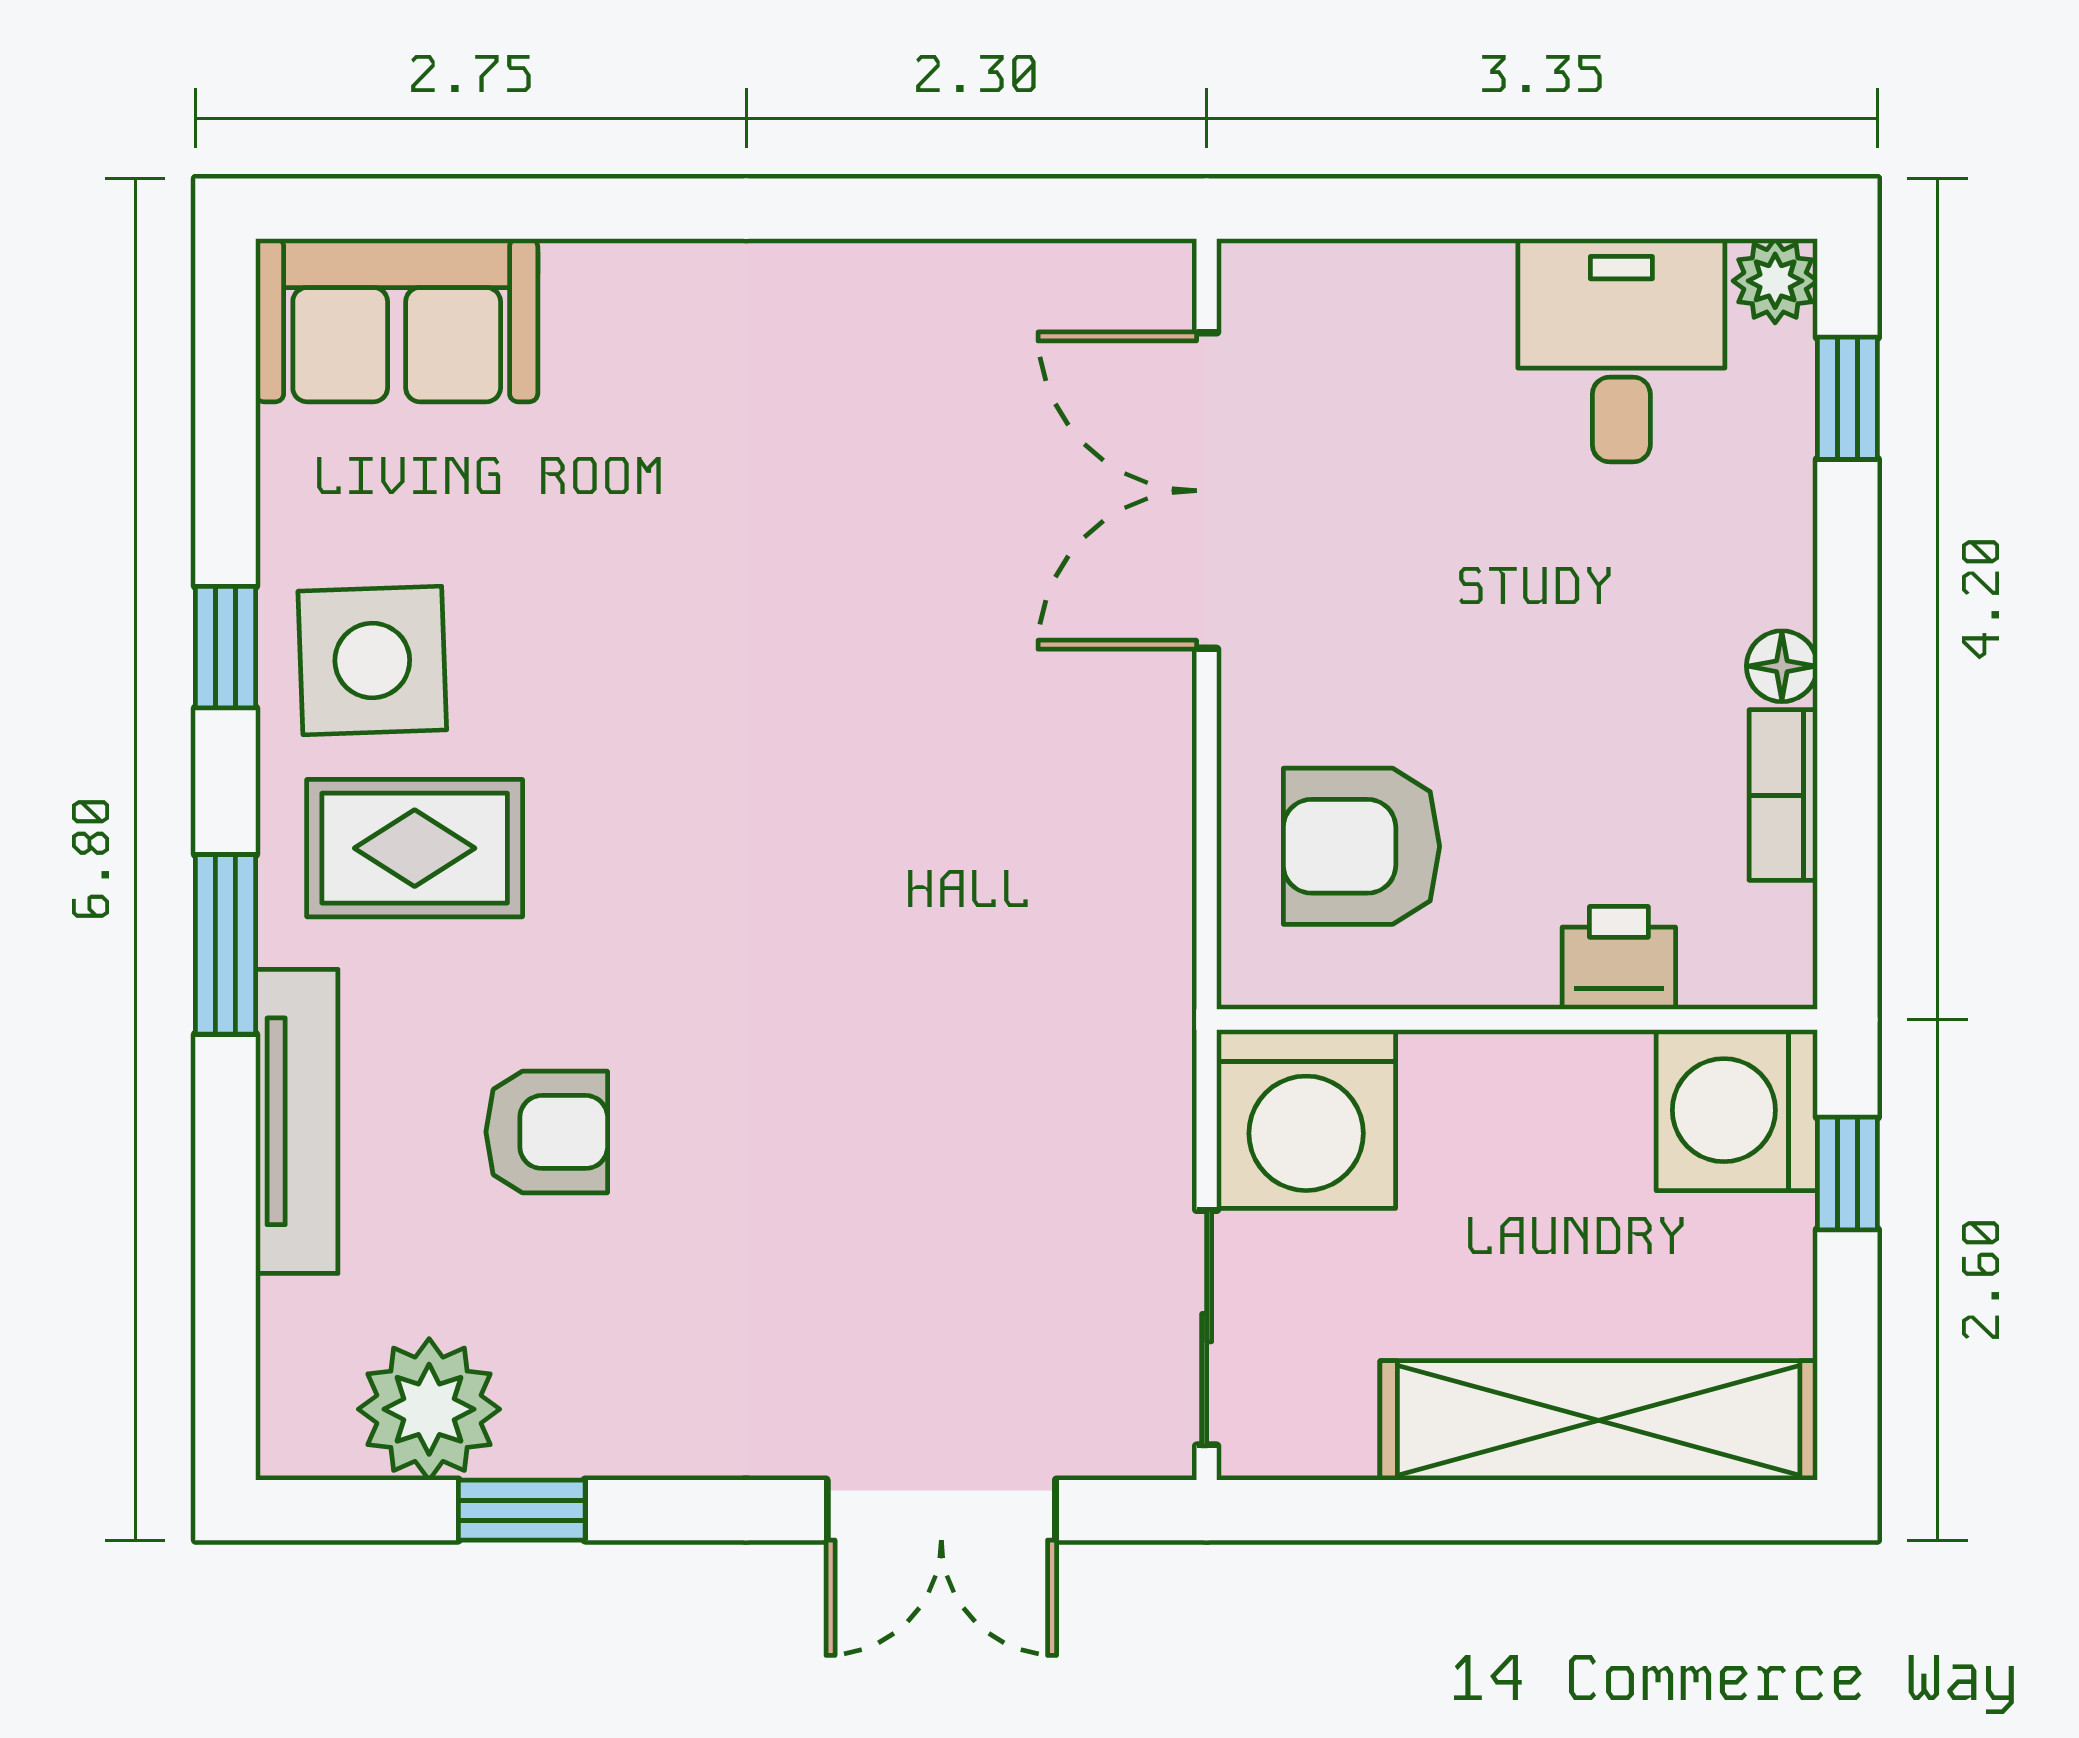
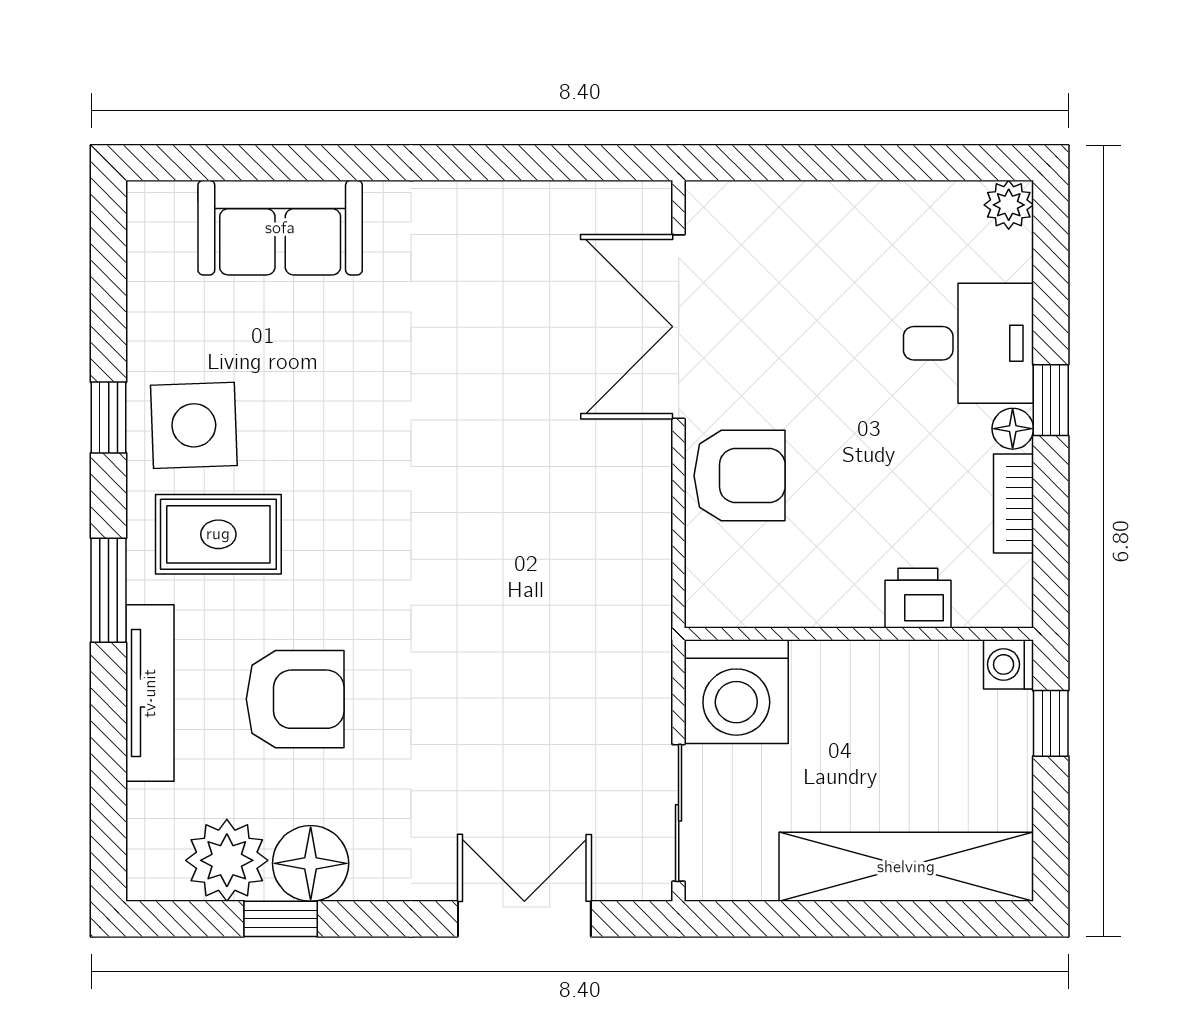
sofa: (397, 320) -> (280, 228), moved
desk: (1621, 350) -> (968, 343), moved, turned 90
window: (1847, 398) -> (1051, 400), moved
armchair: (1361, 846) -> (740, 476), moved, turned 180
washing machine: (1737, 1110) -> (1008, 664), width x0.53, depth x0.53
armchair: (547, 1132) -> (295, 699), width x1.38, depth x1.38
floor lamp: (573, 1415) -> (311, 863), added
double door: (941, 1510) -> (524, 919), swing flipped

